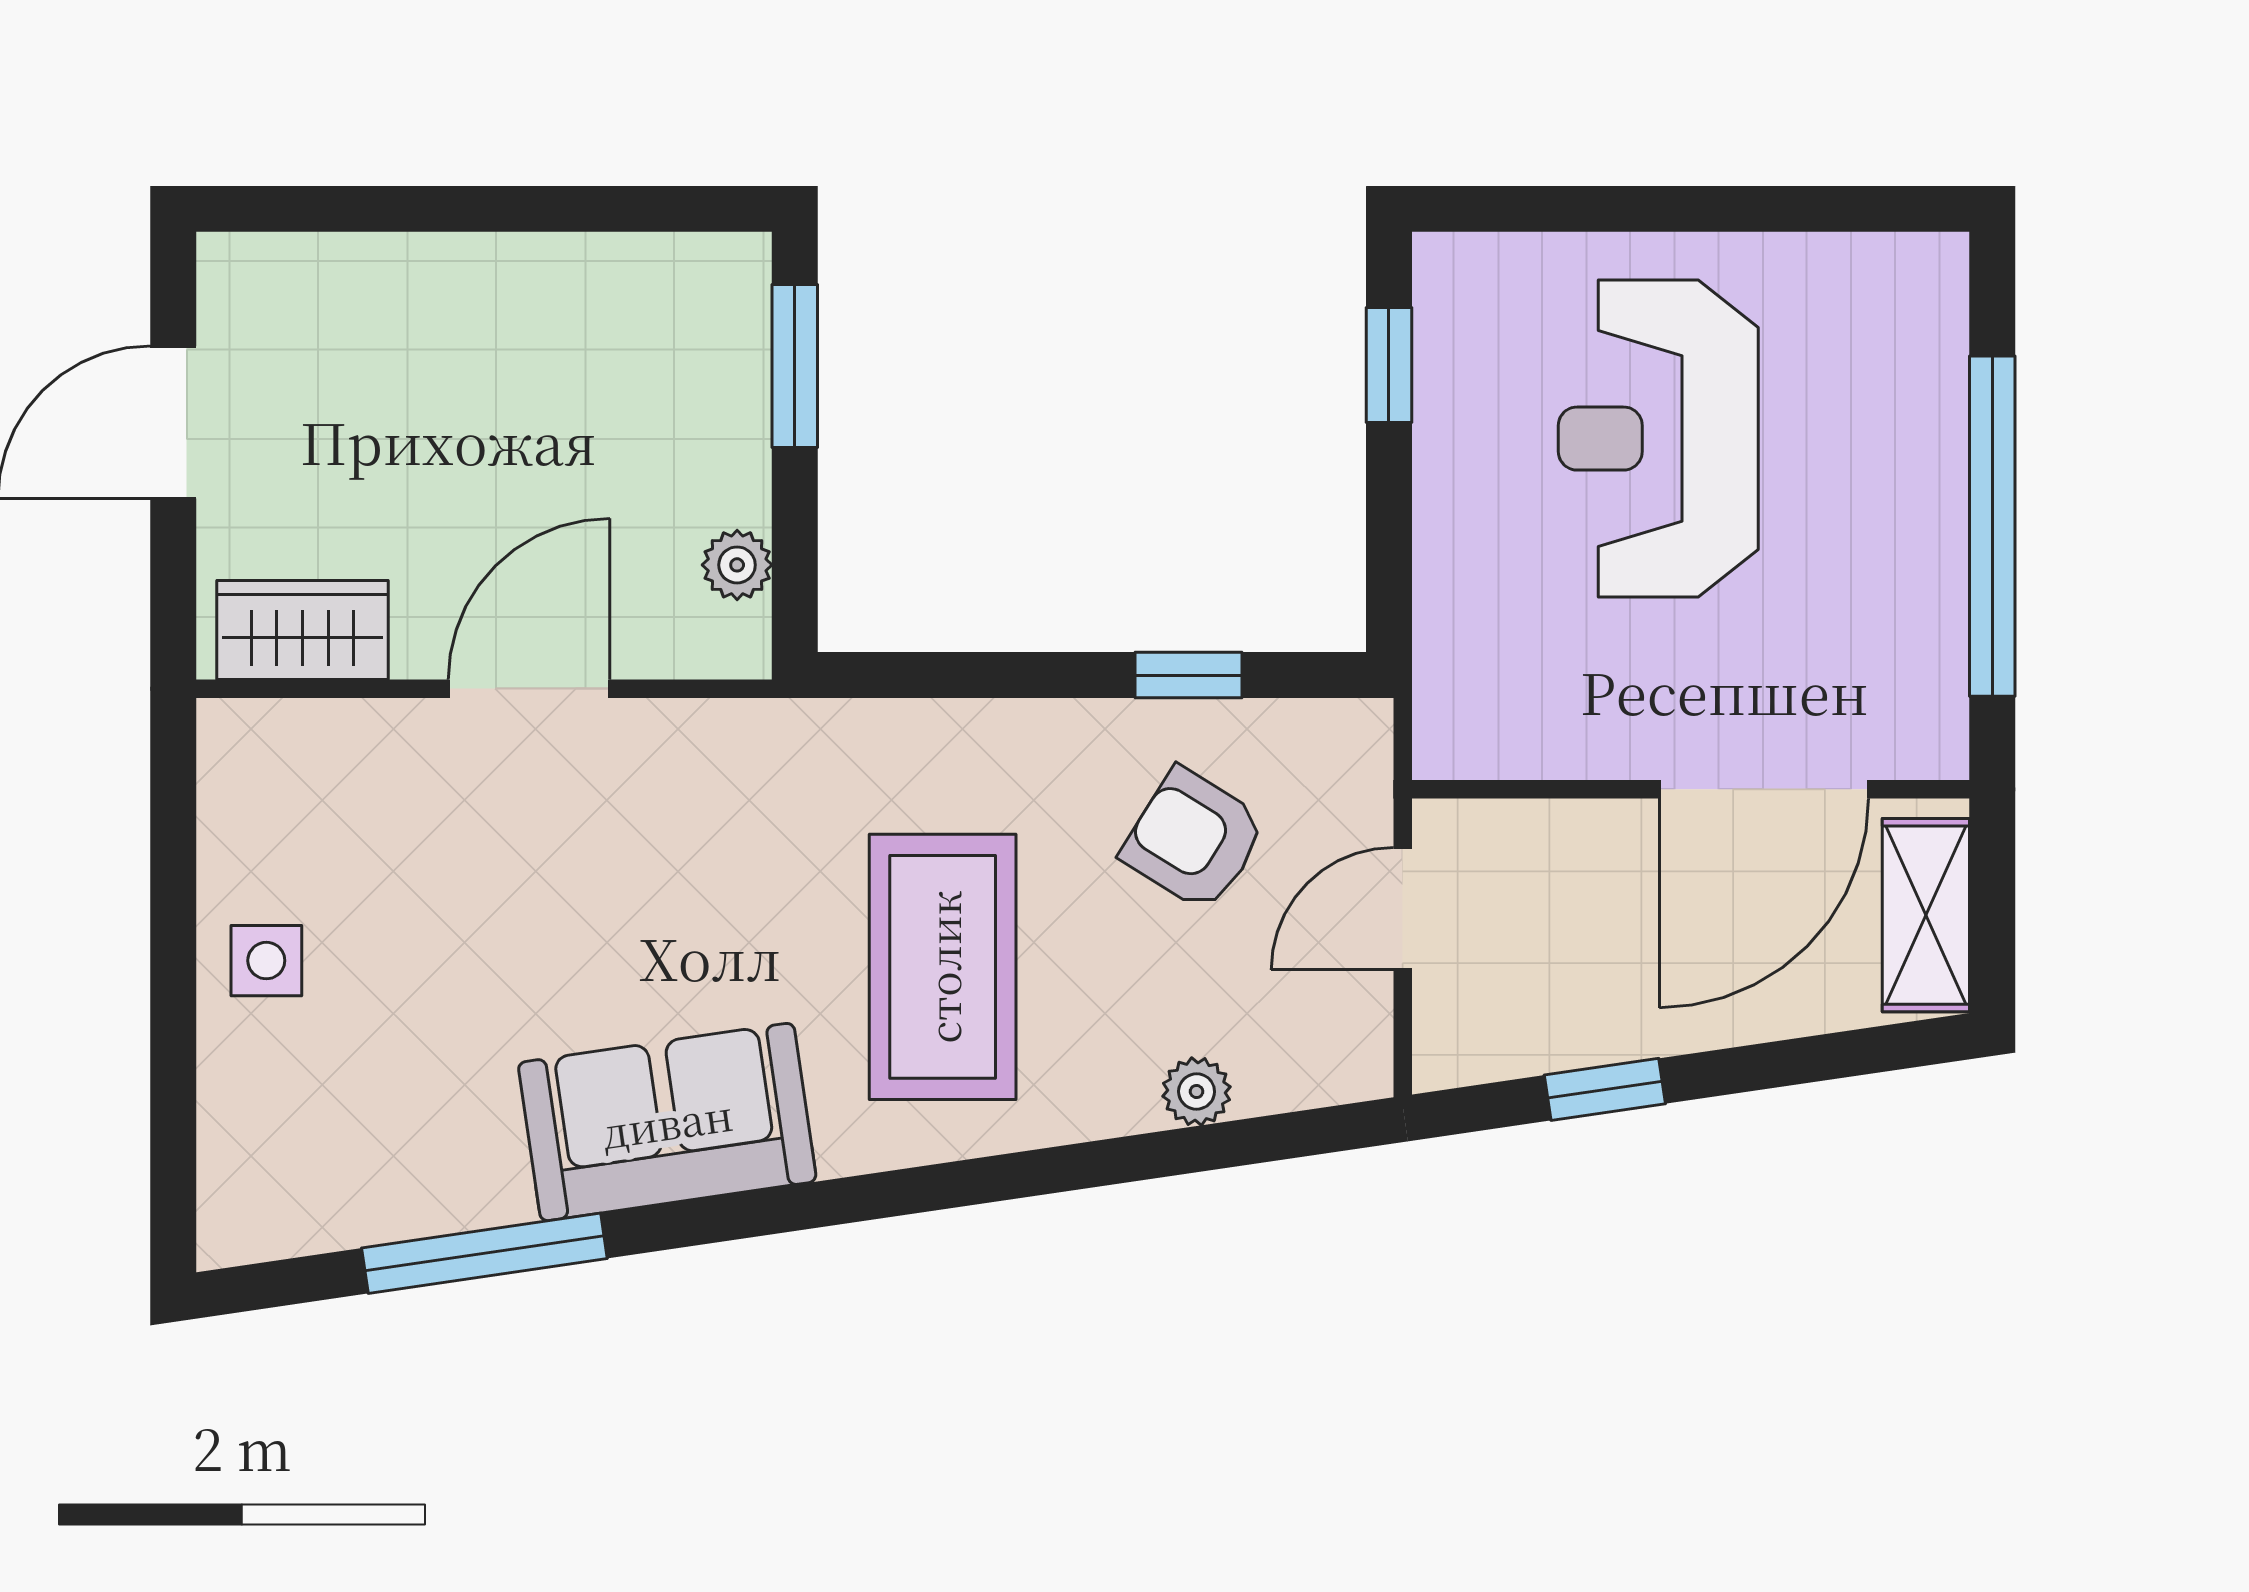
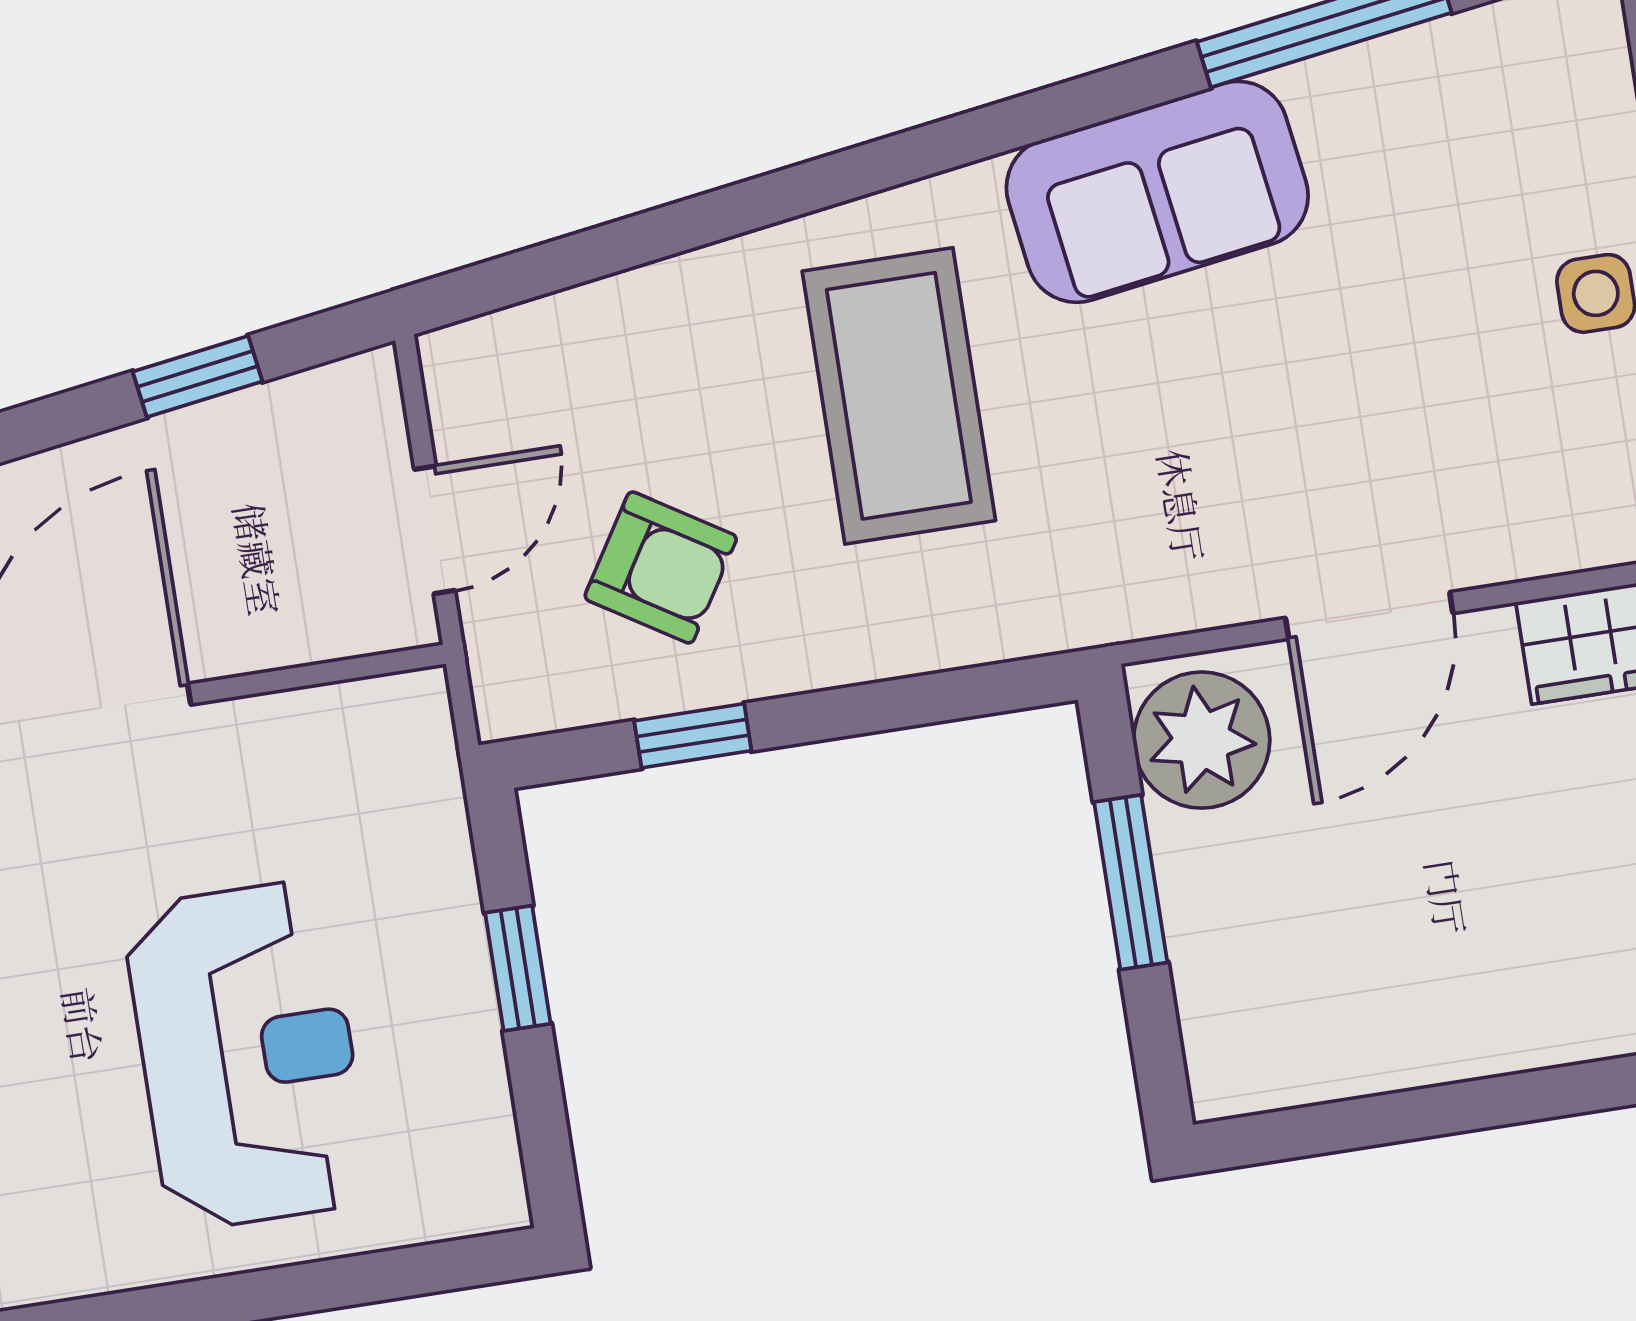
window: (1389, 365) -> (518, 968), moved
window: (795, 366) -> (1131, 882), moved
plant: (737, 565) -> (1202, 740), width x1.87, depth x1.87
plant: (1197, 1092) -> (617, 309), removed

